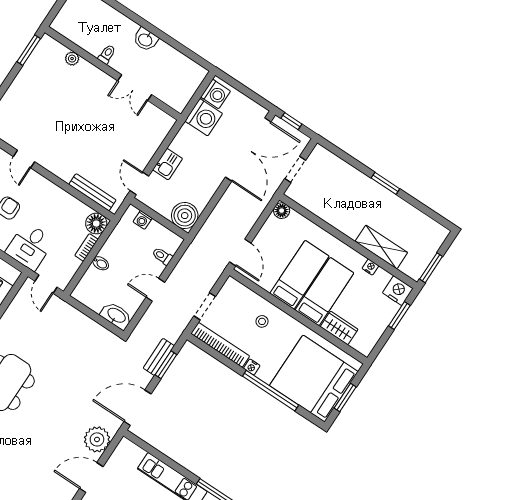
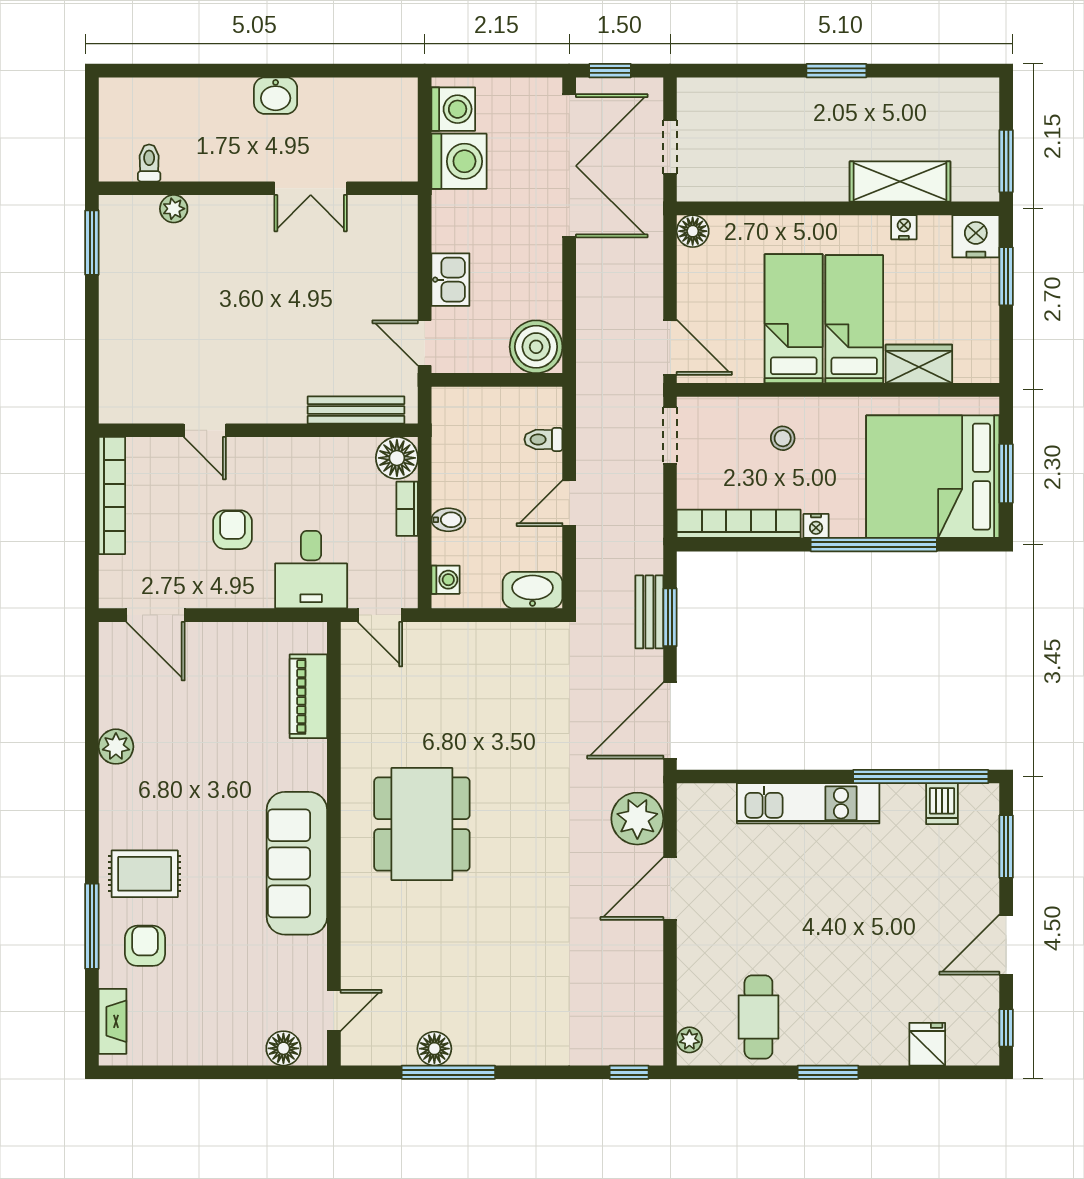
toilet: (107, 54) -> (149, 163), moved
washing machine: (143, 220) -> (445, 580), moved, turned -90
doorway: (205, 306) -> (670, 436), moved

